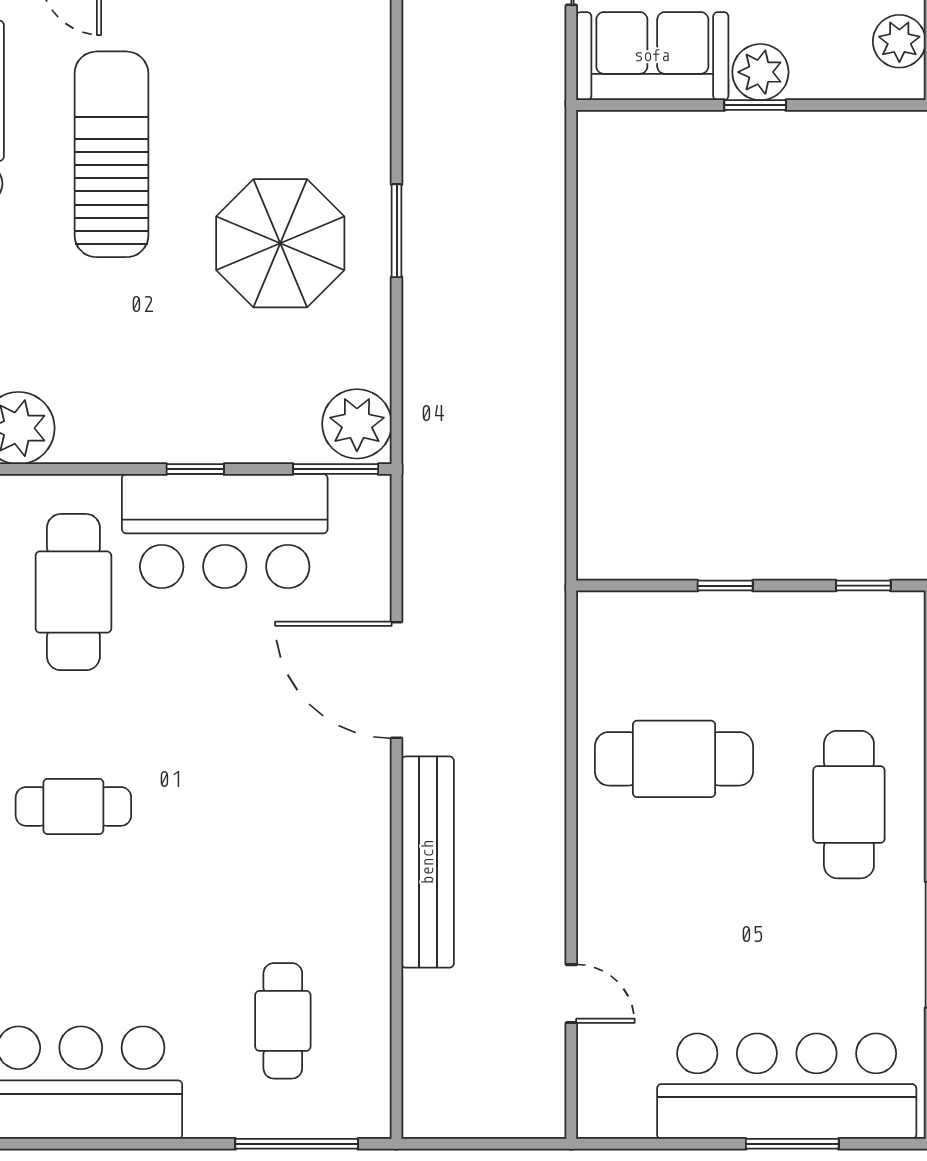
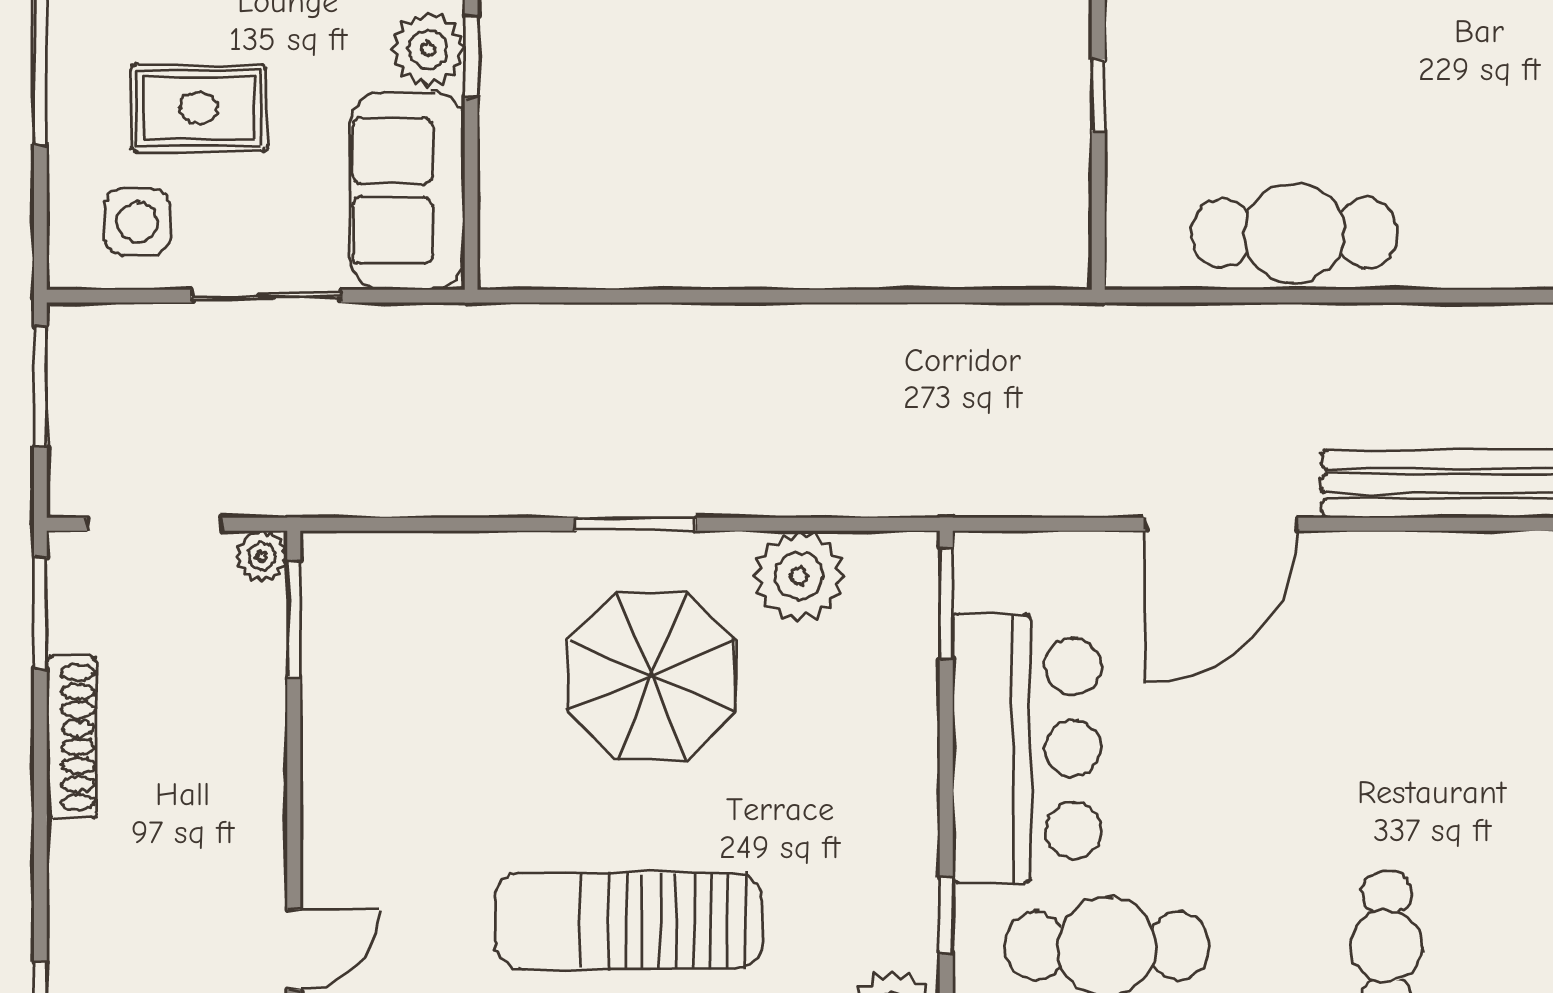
sun lounger: (111, 154) -> (628, 921), moved
plant: (357, 424) -> (799, 576), moved
window: (195, 469) -> (946, 915), moved
cafe table: (674, 759) -> (1294, 233), moved, turned 90

